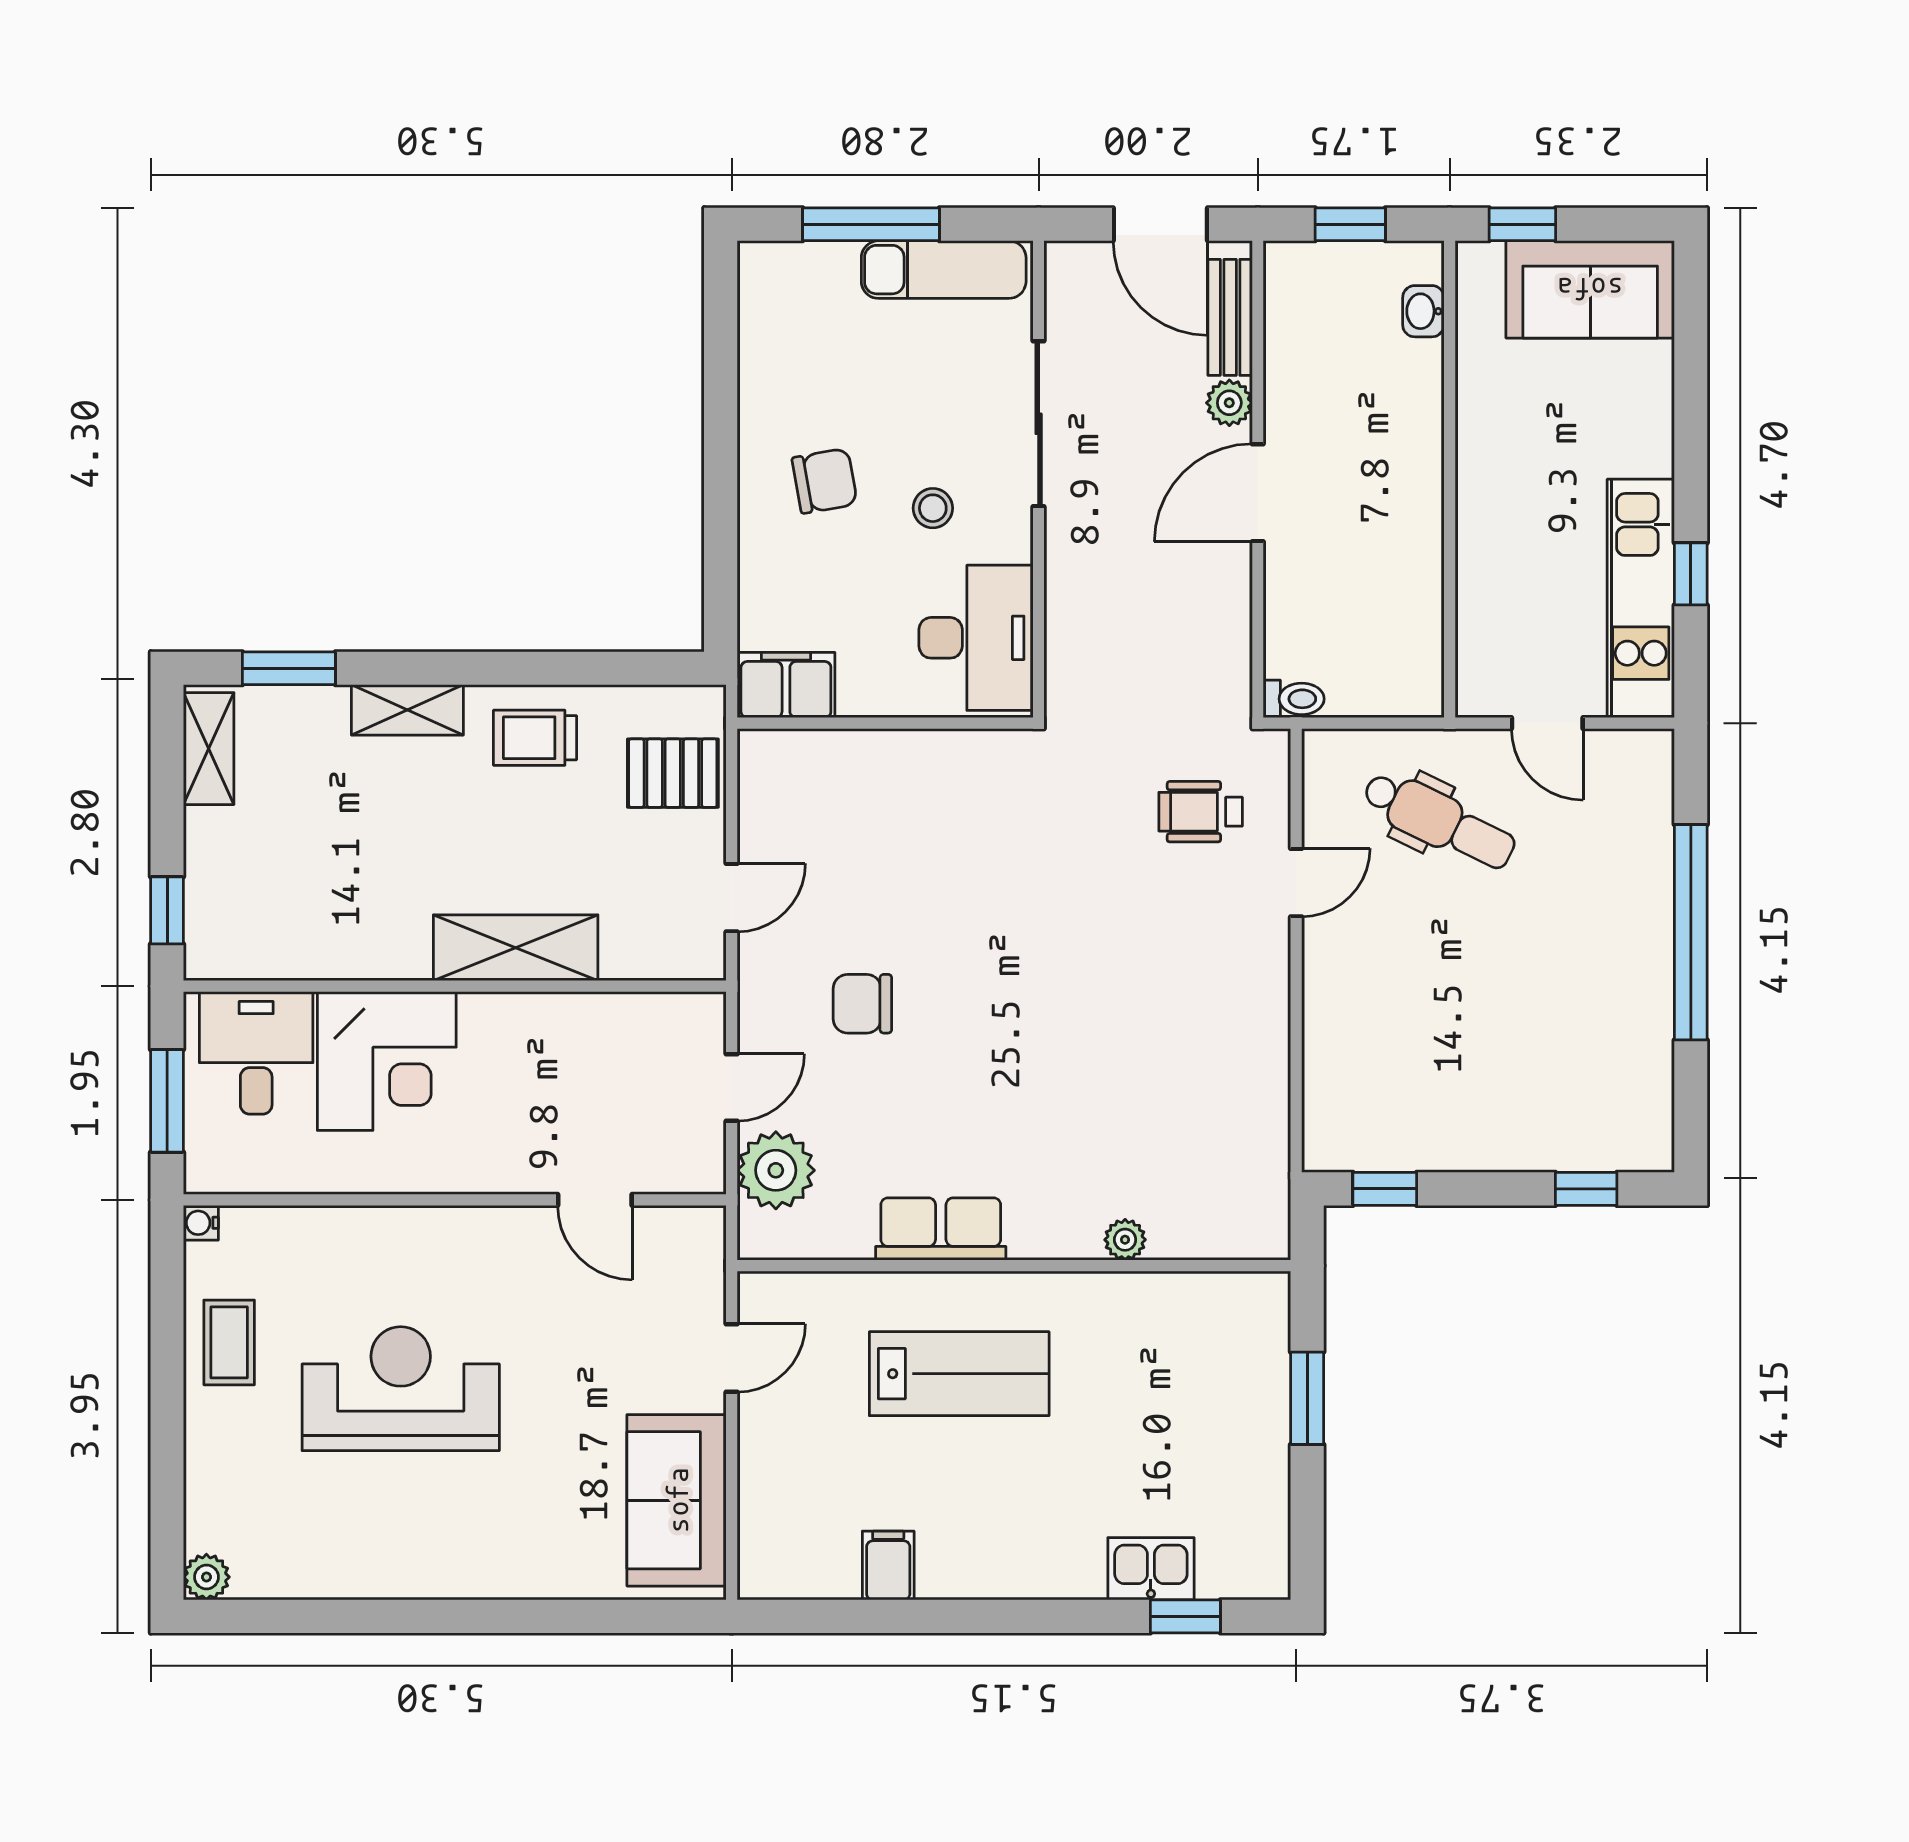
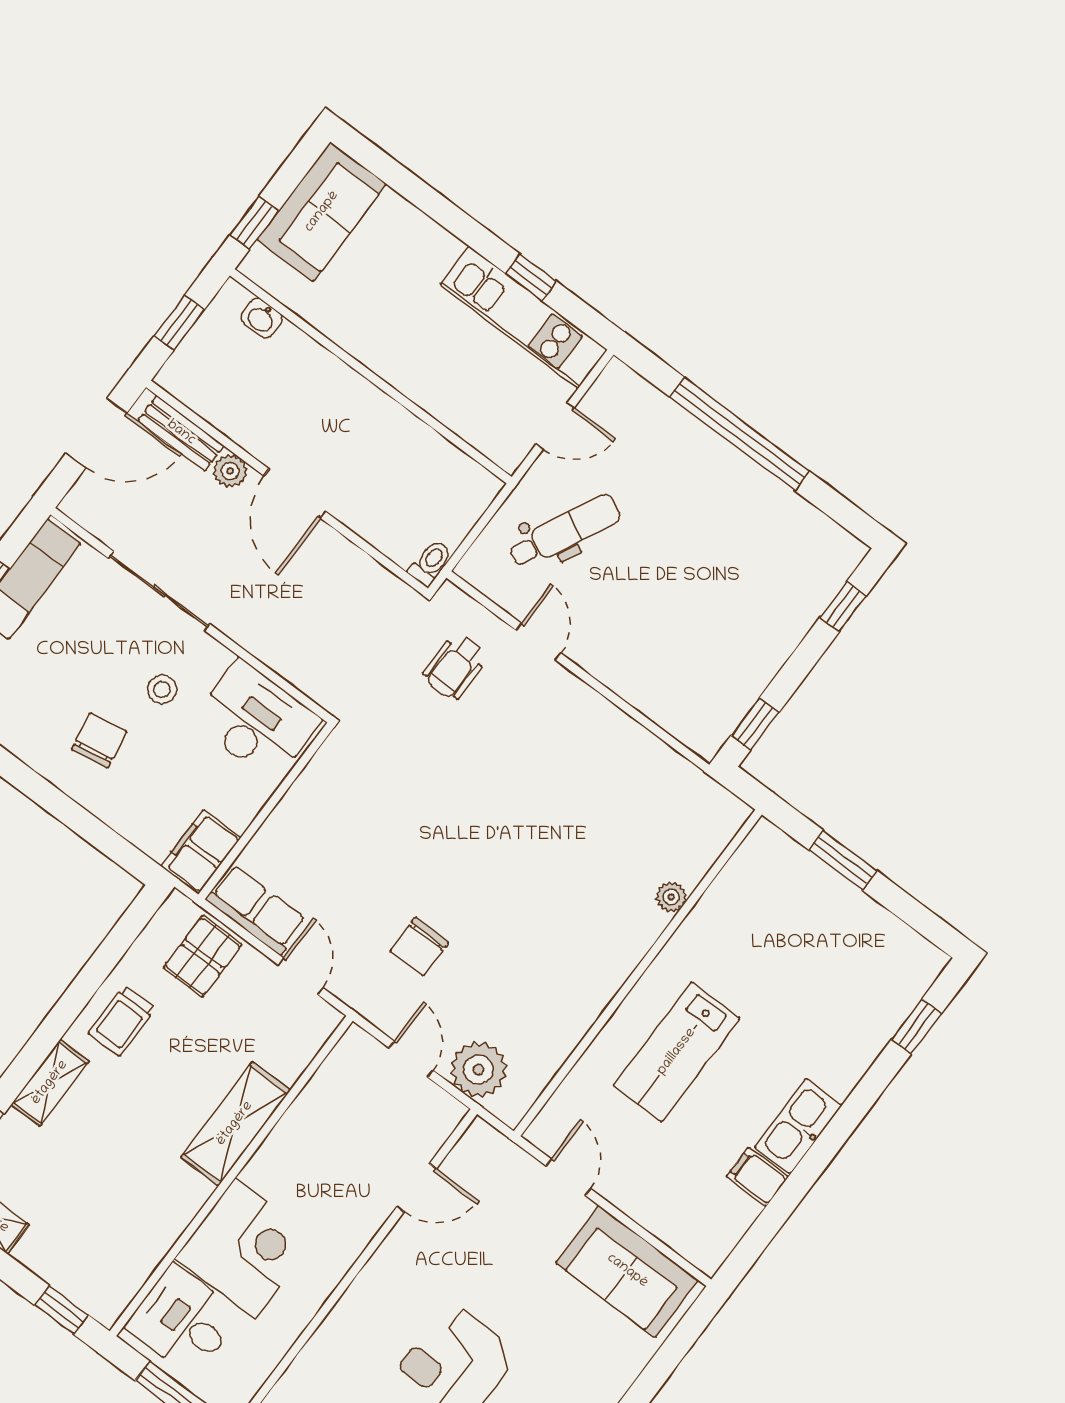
row of seats: (941, 1229) -> (256, 910), moved, turned 90
lab bench: (959, 1374) -> (677, 1052), turned 180
kitchen sink: (1151, 1569) -> (798, 1126), moved, width x1.38

